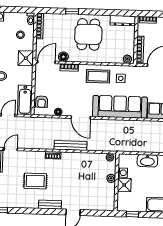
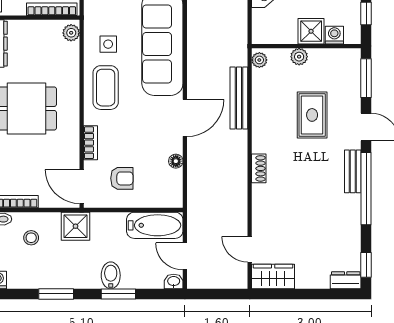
floor lamp: (63, 57) -> (70, 155), removed
armchair: (42, 102) -> (122, 178), moved
bench: (70, 145) -> (239, 98), moved
washing machine: (123, 173) -> (334, 35), moved
rug: (35, 181) -> (312, 115), moved
window: (41, 211) -> (366, 189), added
window: (99, 213) -> (366, 78), added

